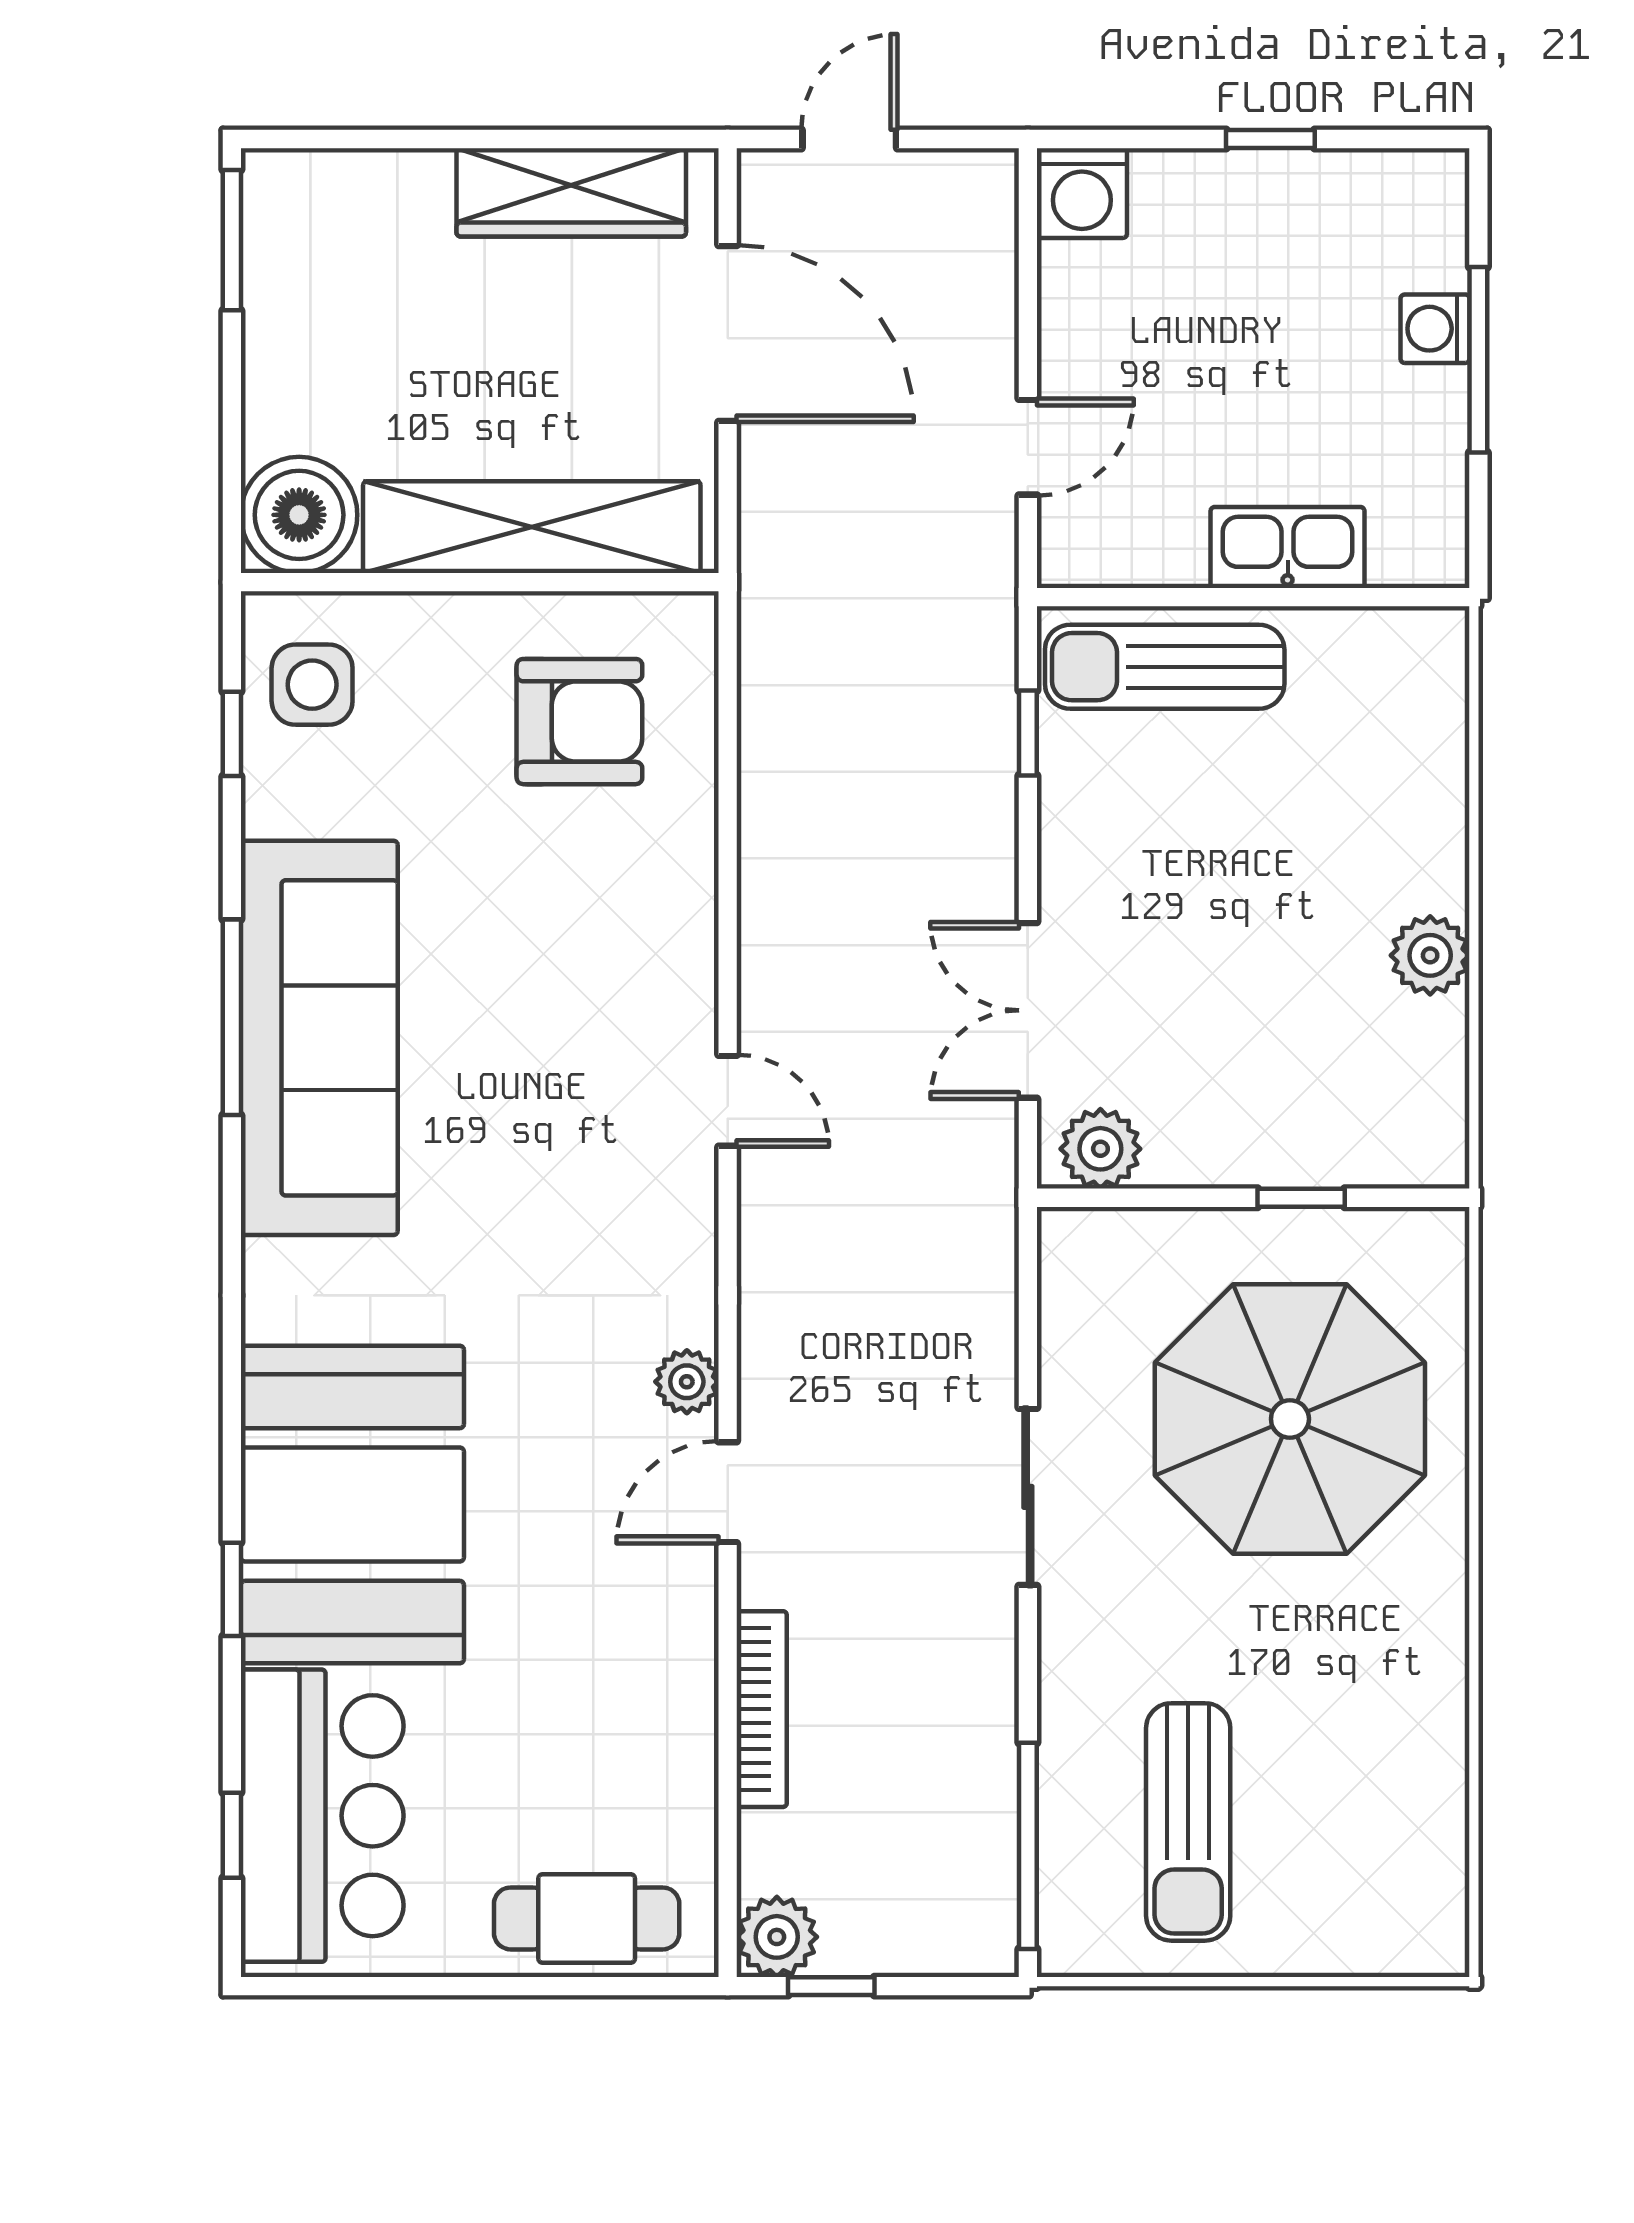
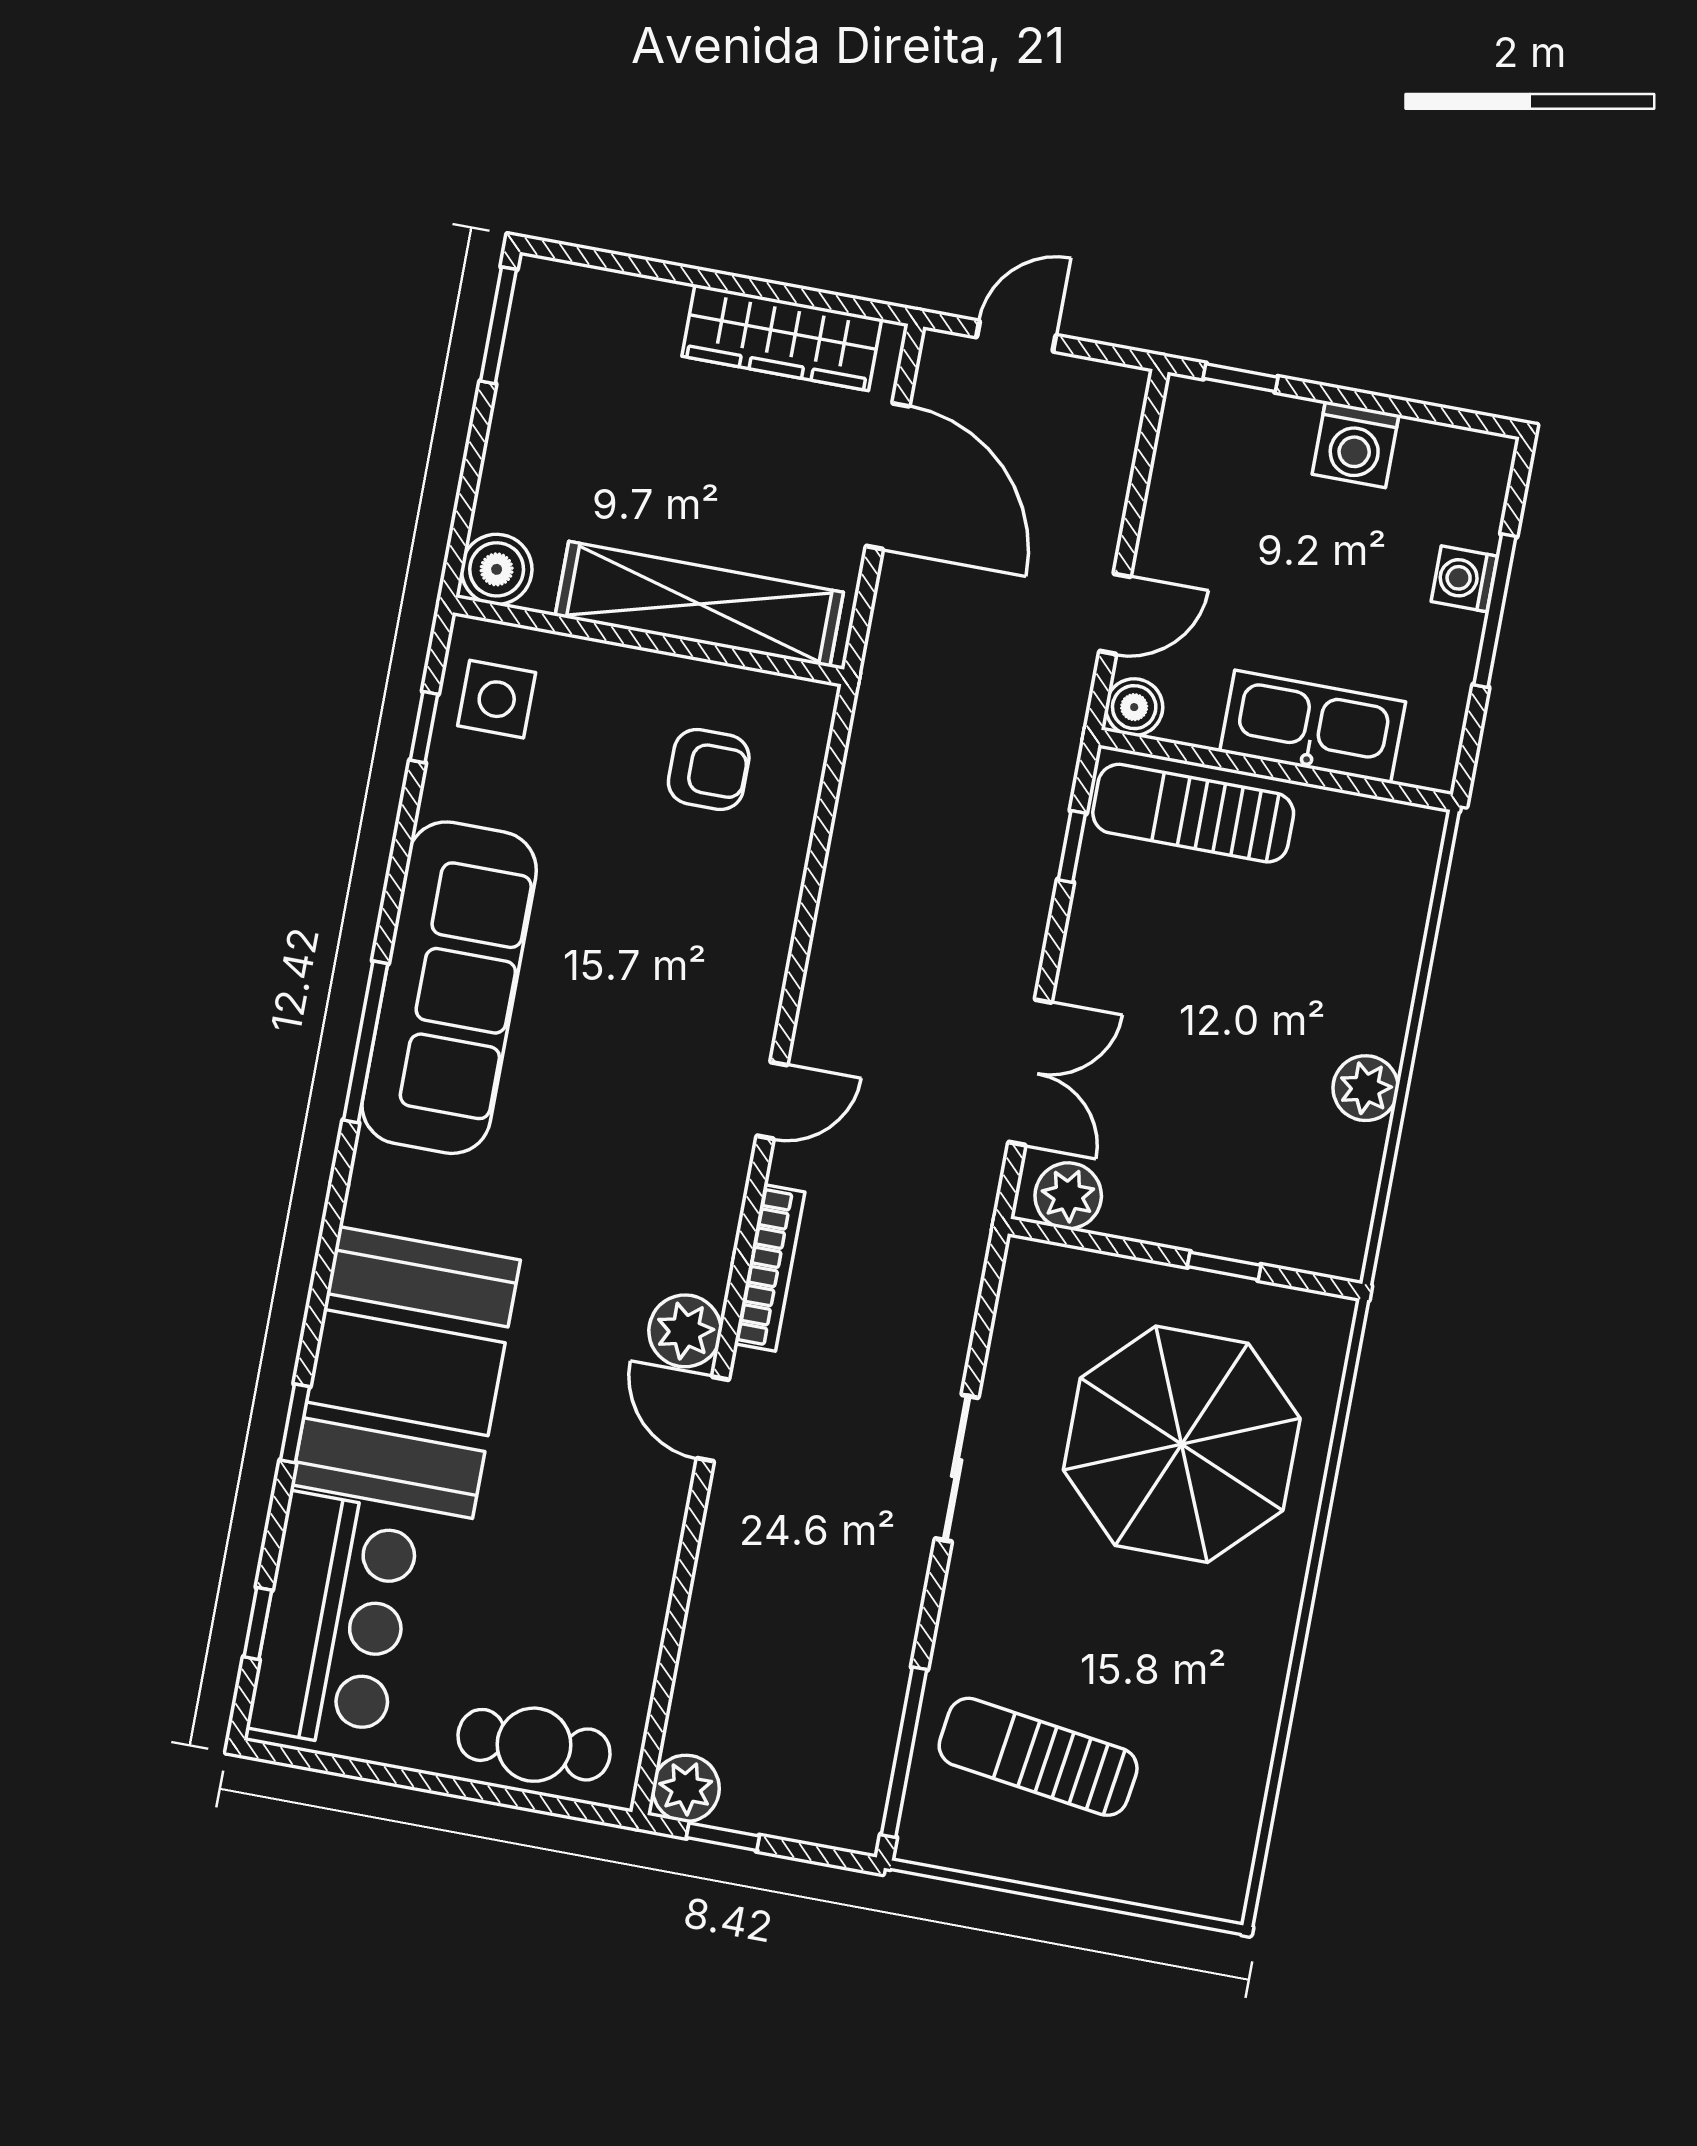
window: (1270, 139) -> (1240, 378), moved
washing machine: (1082, 193) -> (1356, 445), moved
boiler: (299, 515) -> (497, 569), width x0.73, depth x0.73
kitchen sink: (1288, 547) -> (1313, 727), width x1.36, depth x1.24
boiler: (1071, 554) -> (1134, 707), added
armchair: (579, 722) -> (709, 770), width x0.72, depth x0.72
double door: (1028, 1010) -> (1030, 1072), swing flipped
window: (232, 1017) -> (366, 1042), moved
door: (728, 1101) -> (772, 1100), hinge flipped
plant: (687, 1382) -> (685, 1331), width x1.38, depth x1.38
door: (728, 1492) -> (713, 1419), hinge flipped
bookcase: (762, 1709) -> (770, 1268), moved
sun lounger: (1188, 1822) -> (1038, 1757), turned 98

